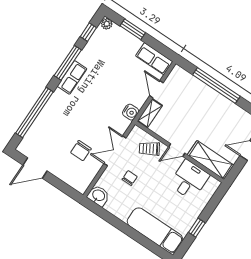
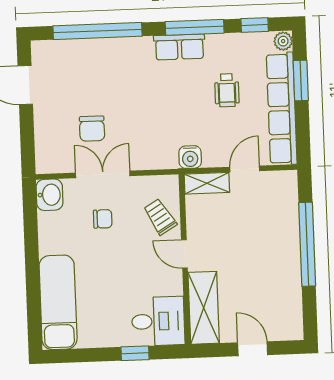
row of seats: (154, 59) -> (282, 109), width x2.02
wheelchair: (111, 70) -> (227, 90), added
chair: (81, 151) -> (92, 129), turned -90
double door: (115, 151) -> (103, 174), moved
desk: (189, 180) -> (158, 321), moved
window: (197, 228) -> (135, 353), moved

